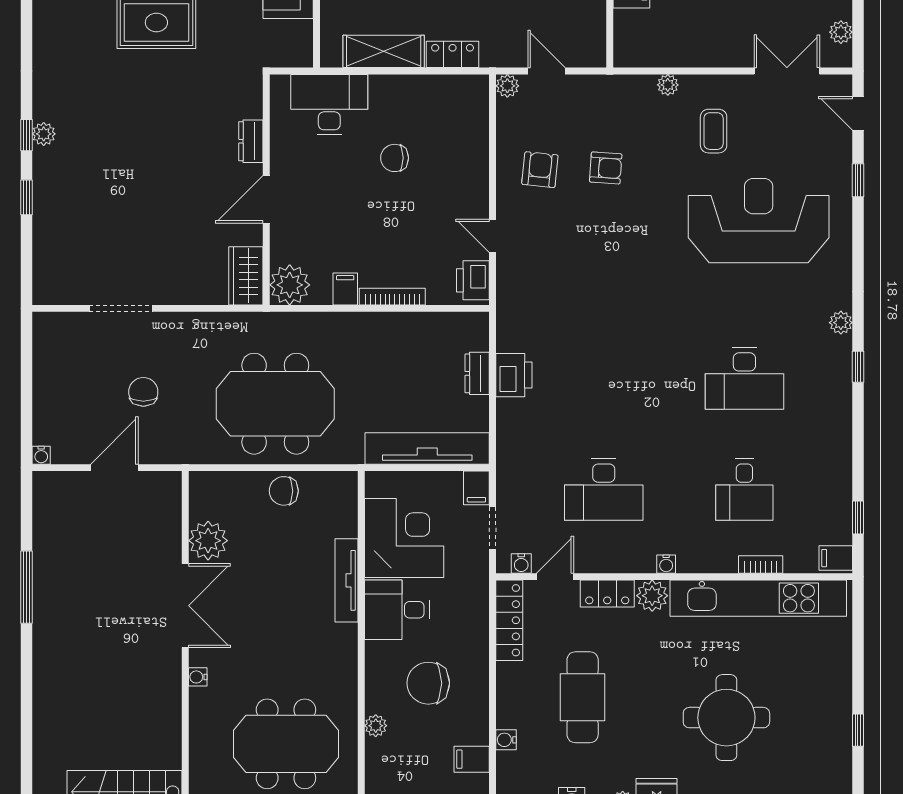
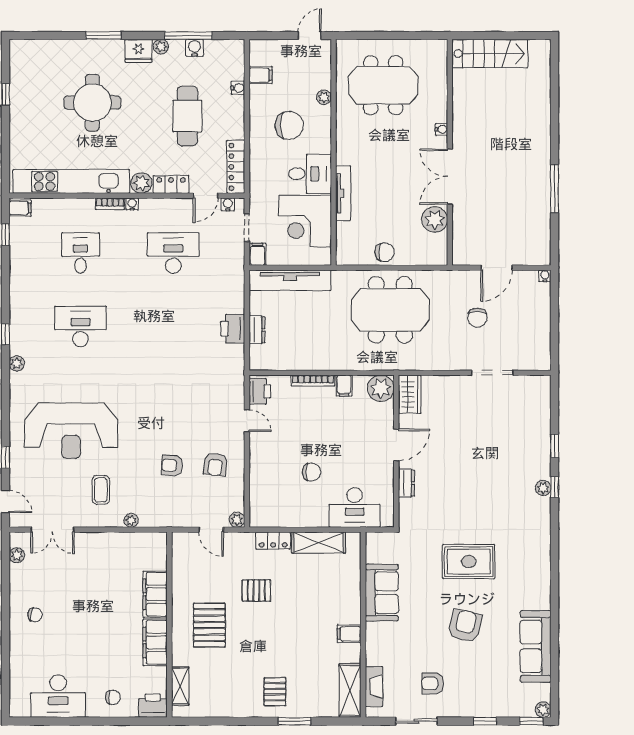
bookcase: (761, 564) -> (110, 204), moved

